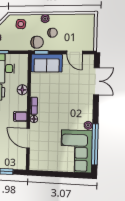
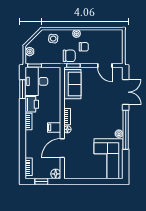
sofa: (47, 63) -> (72, 84), moved, turned -90
floor lamp: (22, 90) -> (56, 174), moved
door: (28, 138) -> (62, 148), hinge flipped
window: (95, 144) -> (126, 130), moved

